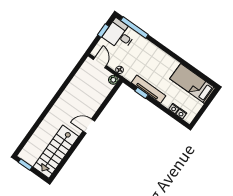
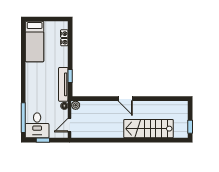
tv unit: (149, 89) -> (63, 84), moved
stairs: (56, 152) -> (148, 129), moved, turned 180

